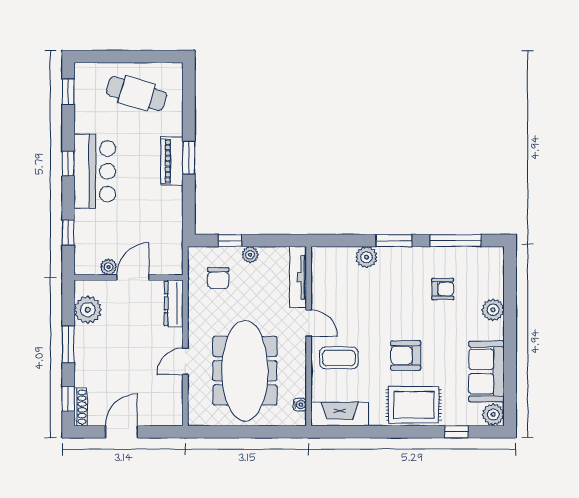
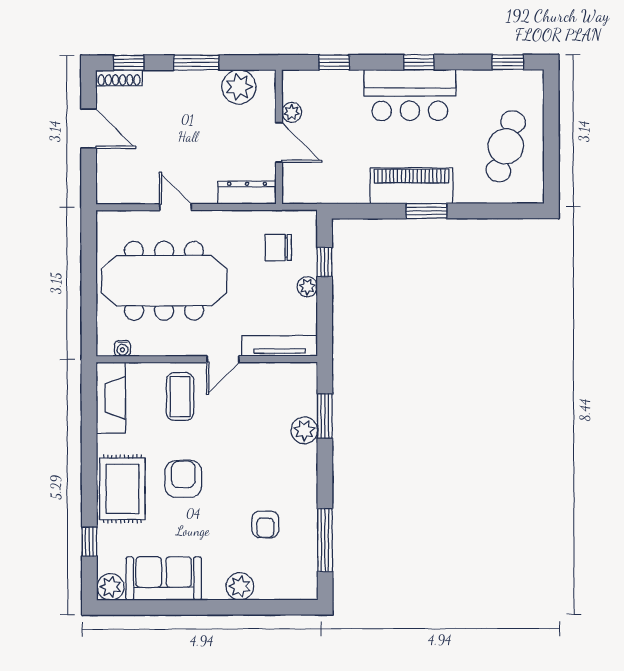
piano: (172, 161) -> (411, 186), width x1.37, depth x1.33
window: (394, 241) -> (325, 416), moved

